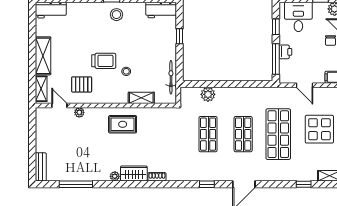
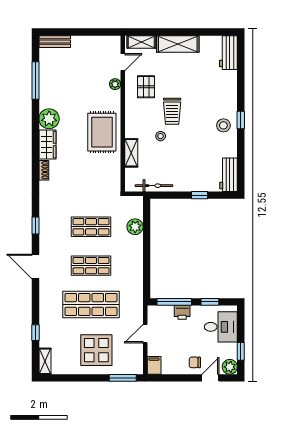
rug: (123, 124) -> (102, 132), width x1.36, depth x1.43
plant: (115, 176) -> (49, 119), width x1.87, depth x1.87

